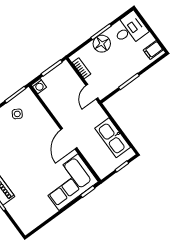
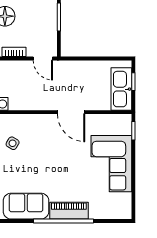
kitchen sink: (113, 138) -> (121, 89), moved, turned 90
corner sofa: (68, 182) -> (111, 164), moved

